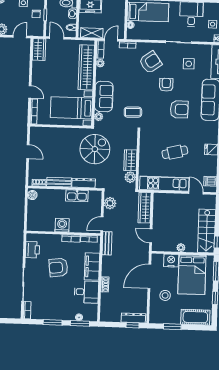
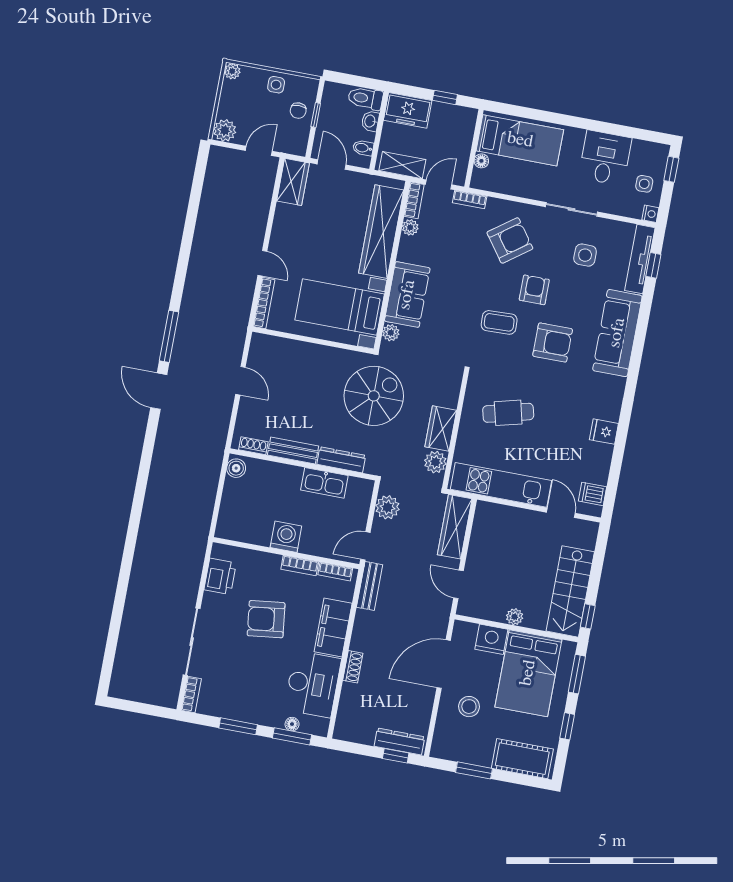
coffee table: (133, 112) -> (499, 322), moved
cafe table: (175, 152) -> (508, 413), moved
desk: (86, 292) -> (313, 684), width x1.37

